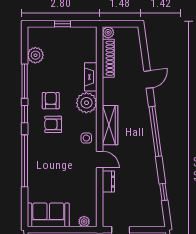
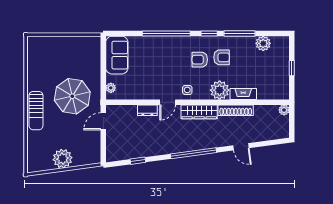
shoe rack: (108, 58) -> (236, 110), moved
armchair: (53, 124) -> (200, 60), turned -90

